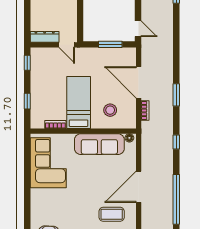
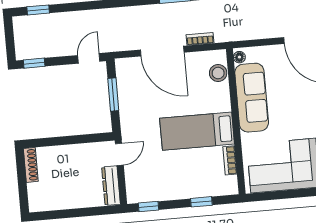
door: (139, 82) -> (162, 51), hinge flipped
stool: (110, 110) -> (218, 73), moved

